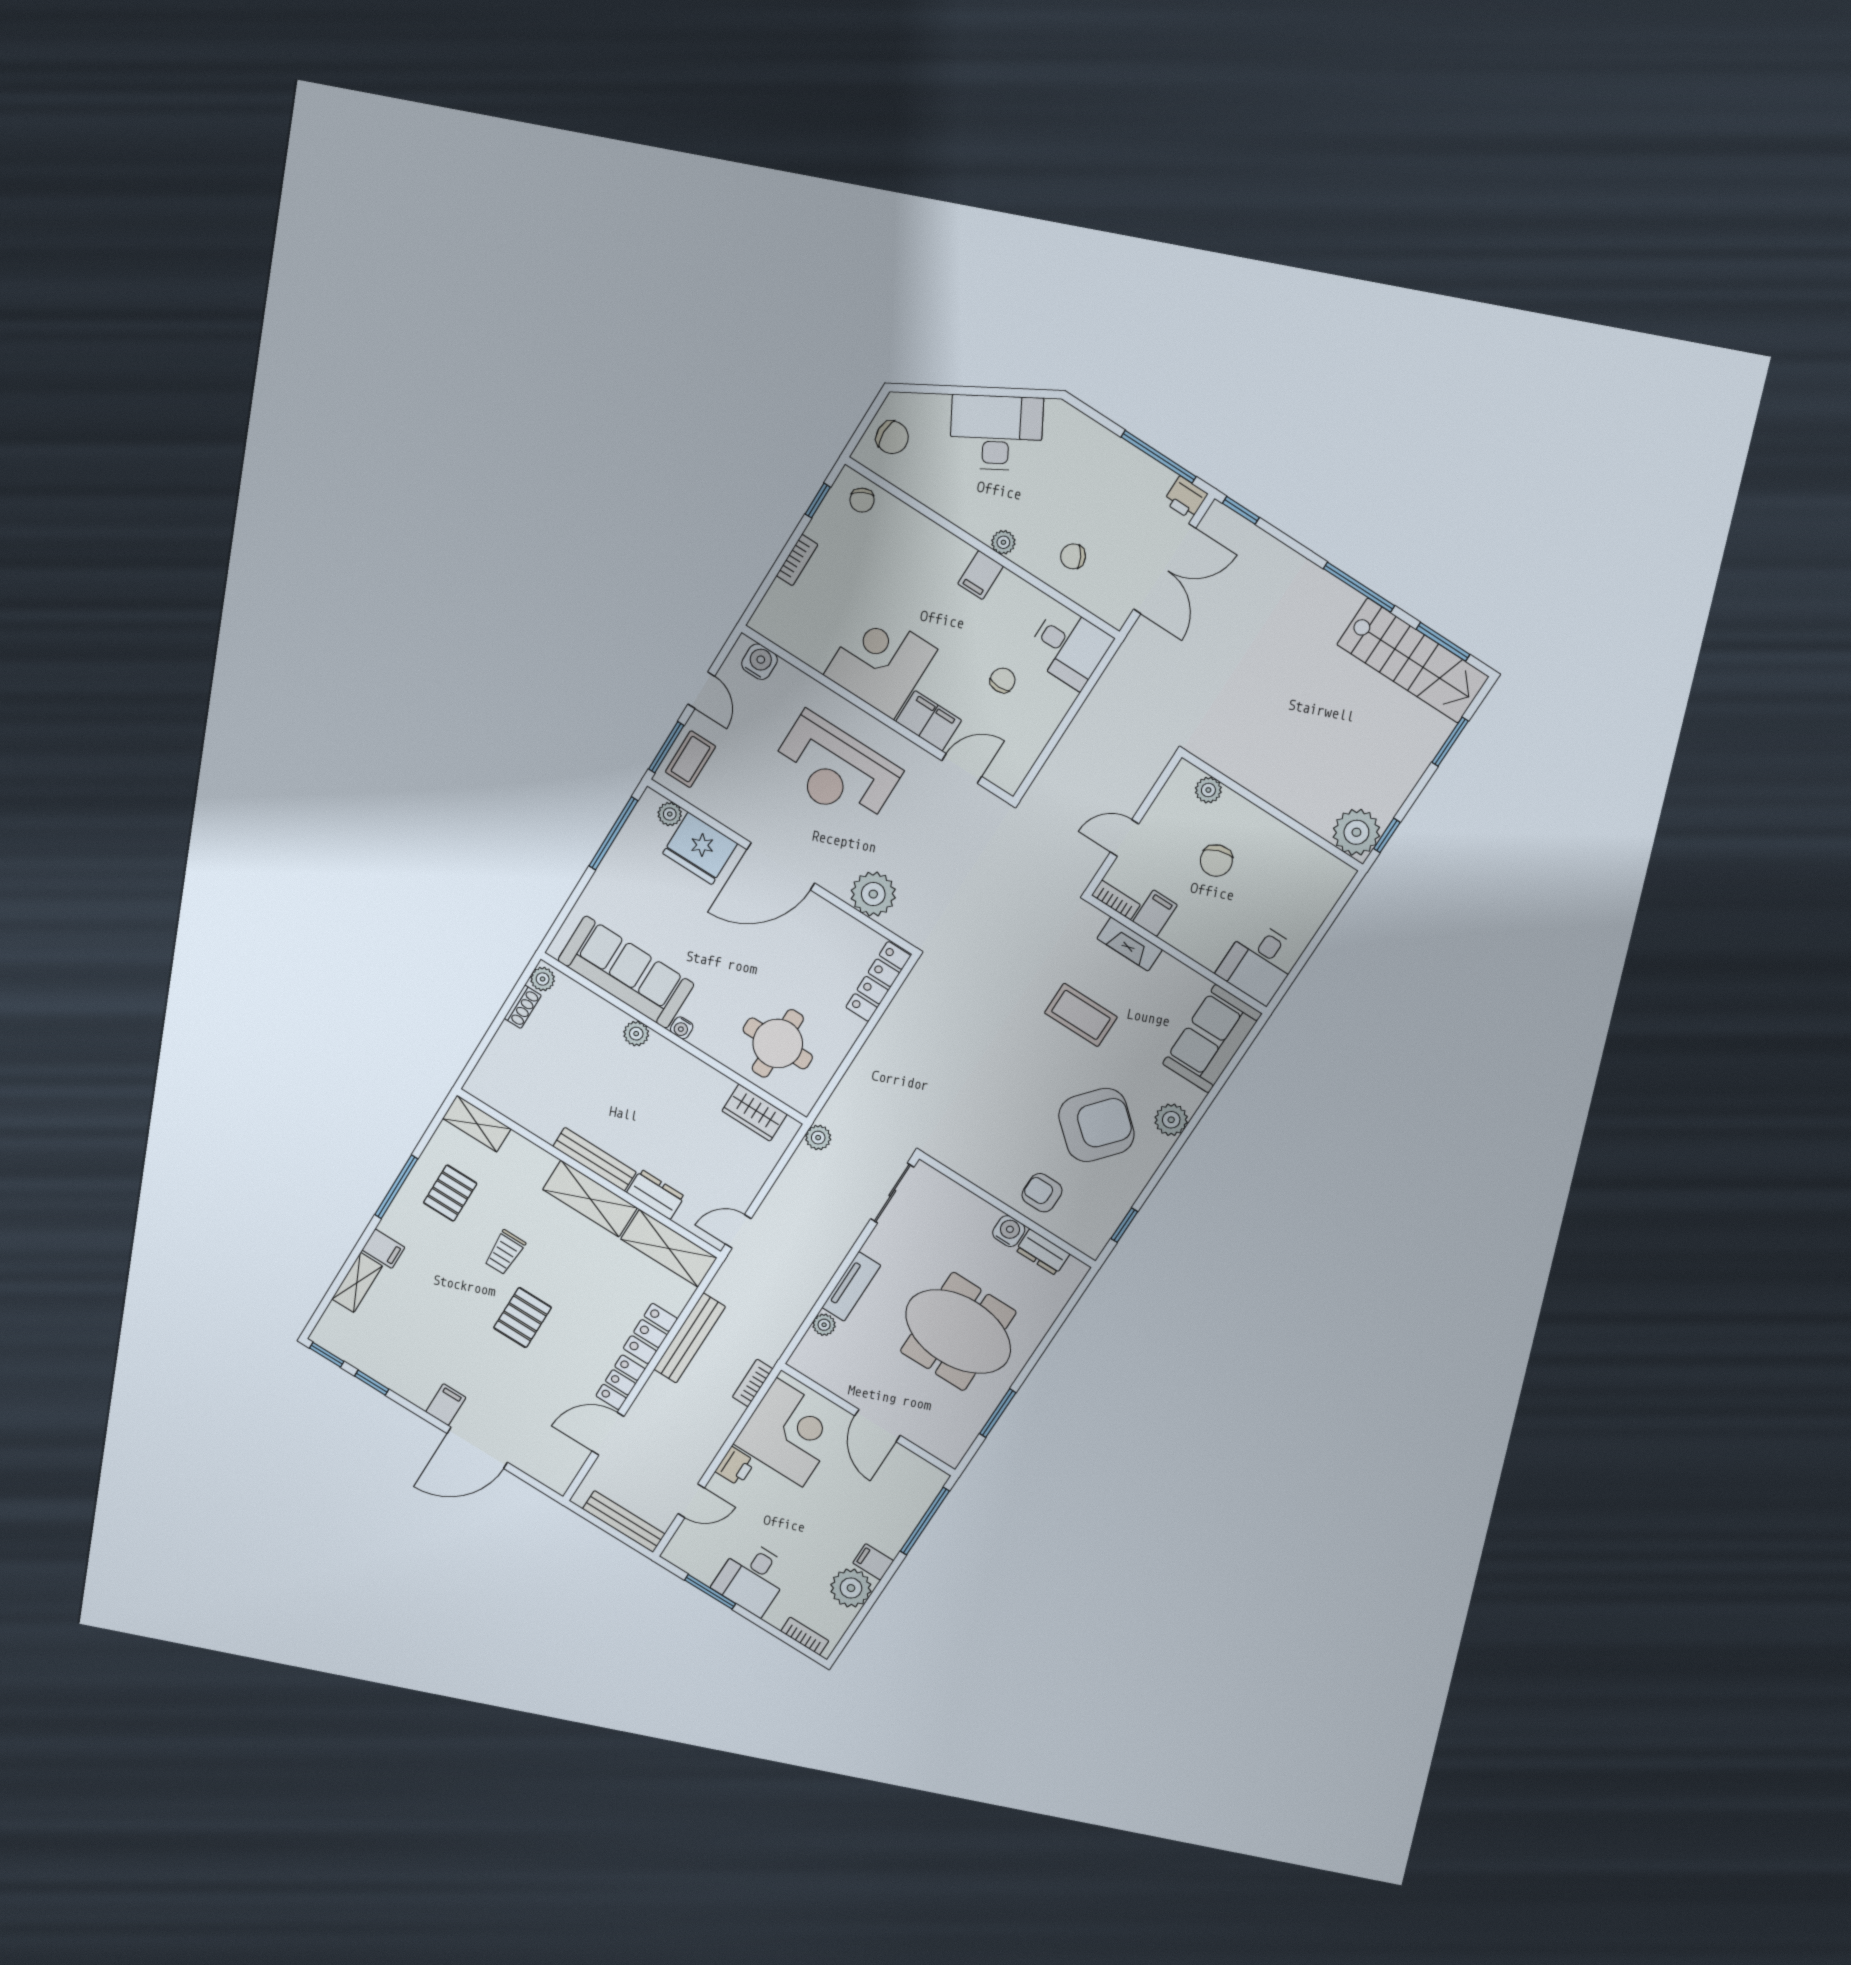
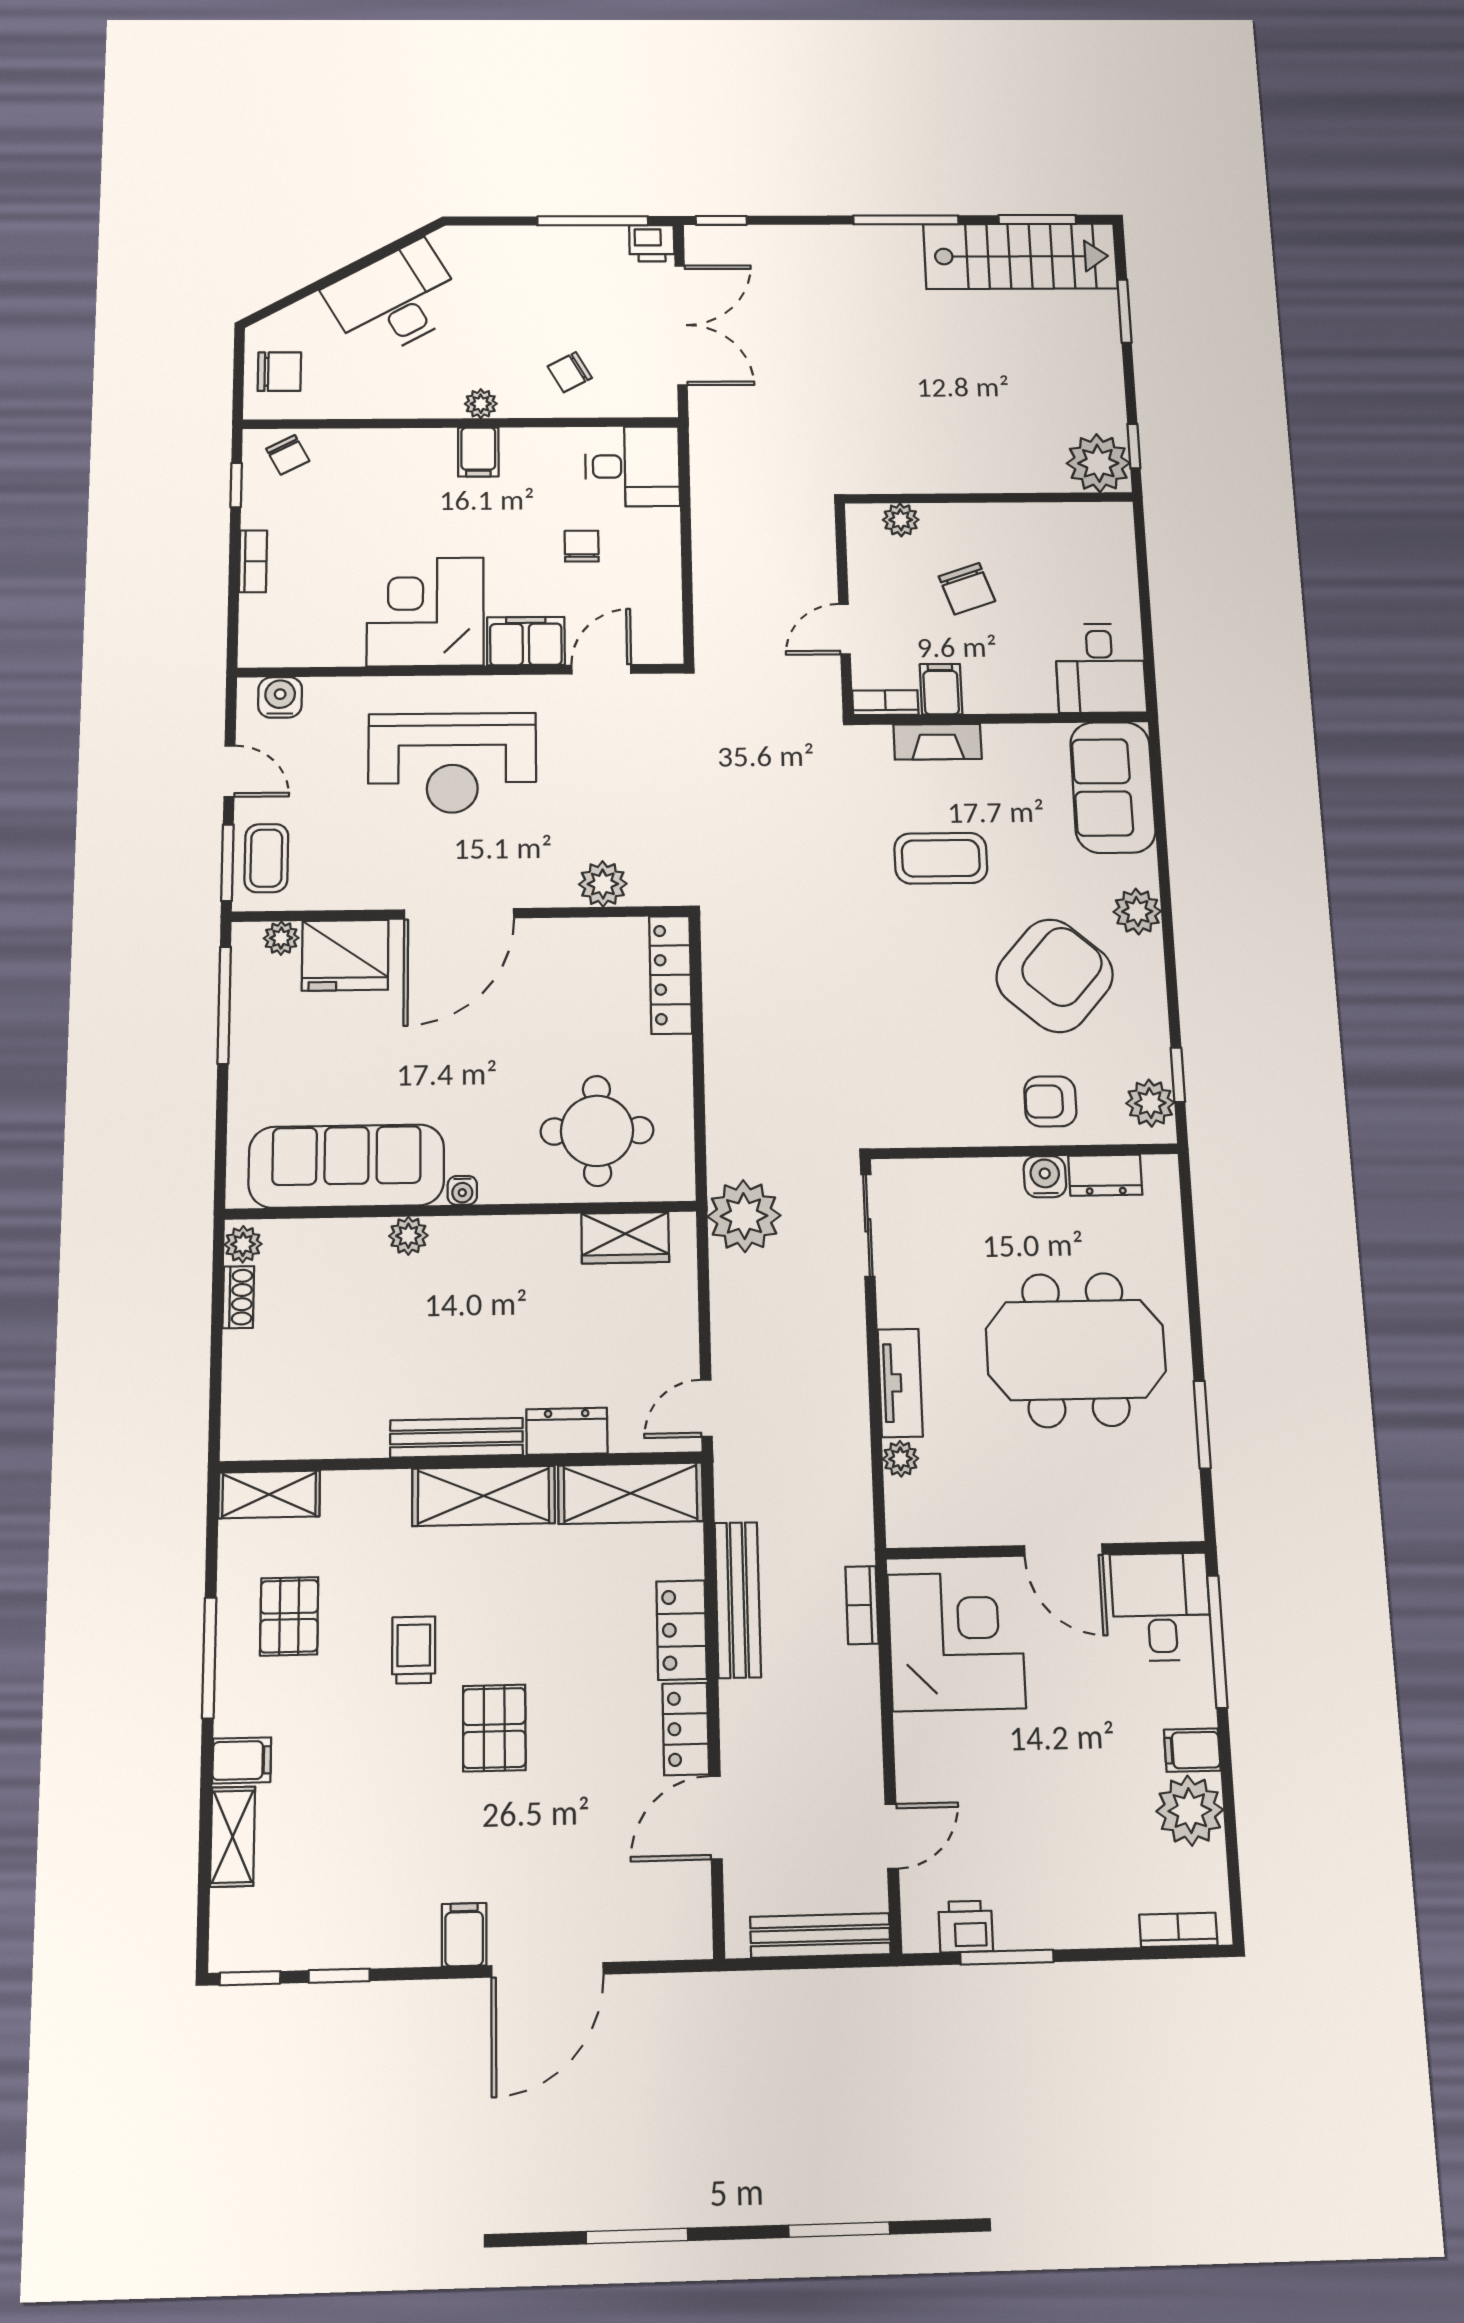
plant: (873, 894) -> (603, 884), width x0.73, depth x0.73
plant: (818, 1138) -> (744, 1216), width x1.87, depth x1.87
plant: (1097, 1230) -> (1150, 1103), added
trolley: (505, 1252) -> (414, 1650), turned 180
printer: (735, 1466) -> (966, 1927), moved, turned -90
desk: (752, 1578) -> (1161, 1607), moved, turned 180

